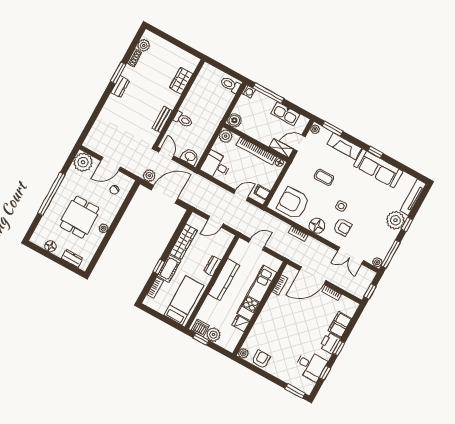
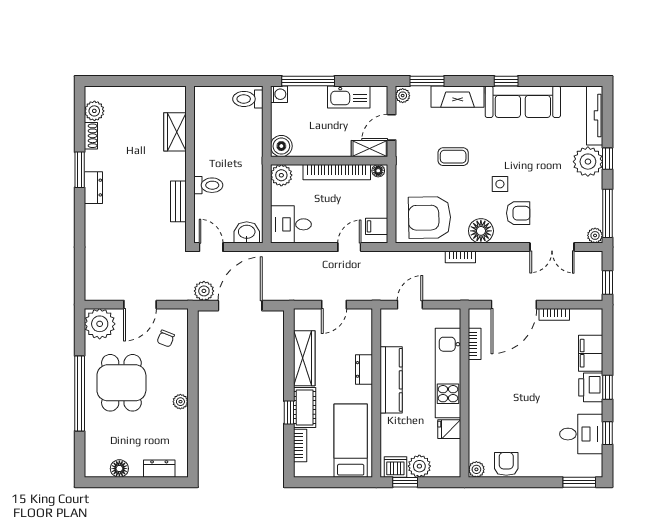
dining table: (79, 217) -> (121, 383), moved

